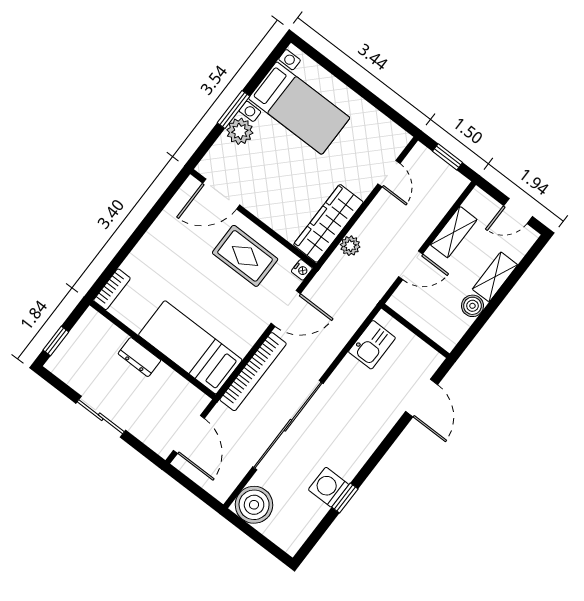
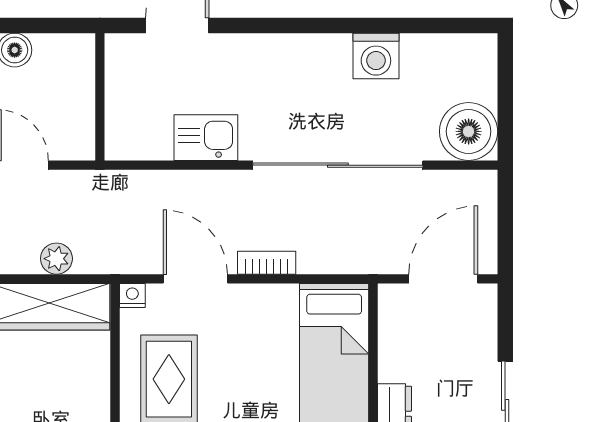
kitchen sink: (372, 345) -> (206, 138), moved
bookcase: (253, 372) -> (267, 263), width x0.43, depth x0.76
window: (345, 498) -> (374, 25), removed

